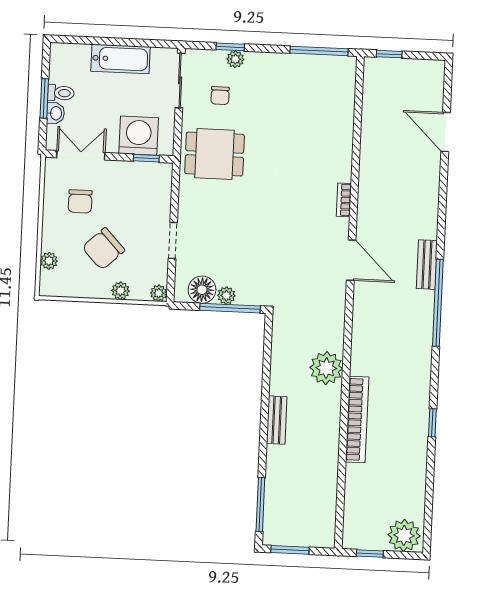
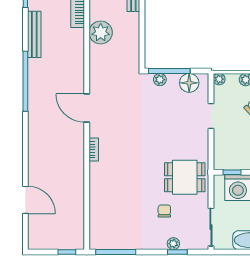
chair: (220, 96) -> (164, 211), moved
bench: (427, 265) -> (34, 34), moved, width x1.36
plant: (226, 296) -> (160, 80), moved

